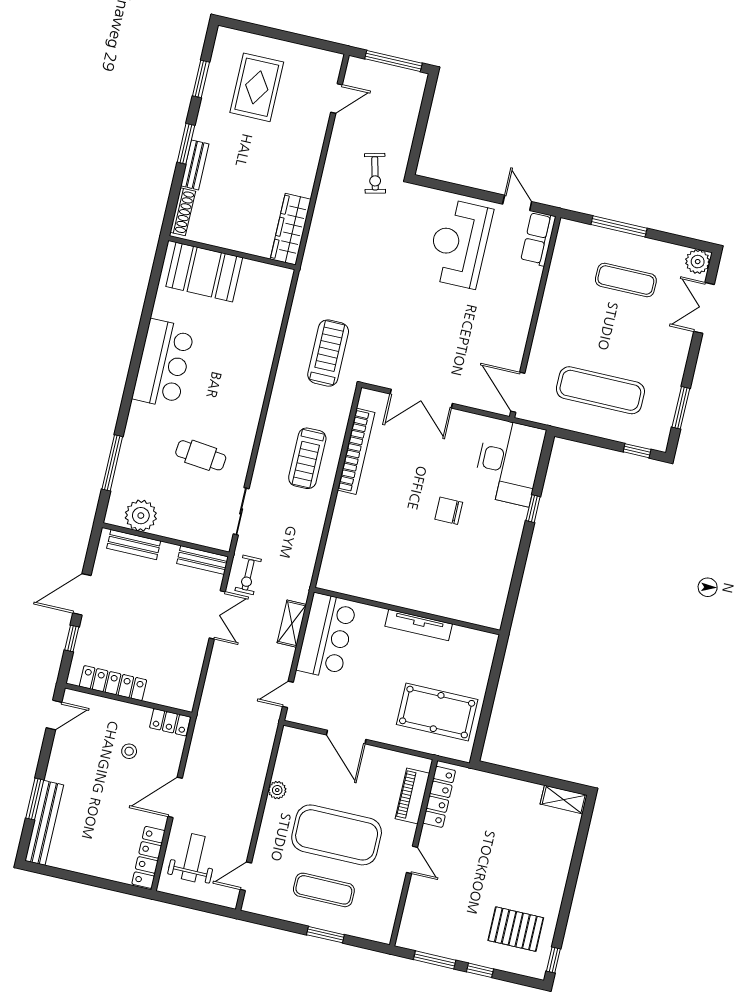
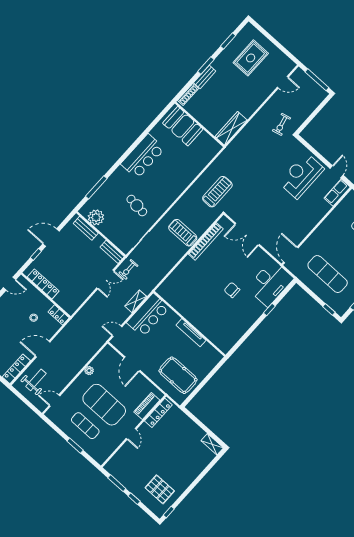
treadmill: (307, 458) -> (183, 233), turned 90

